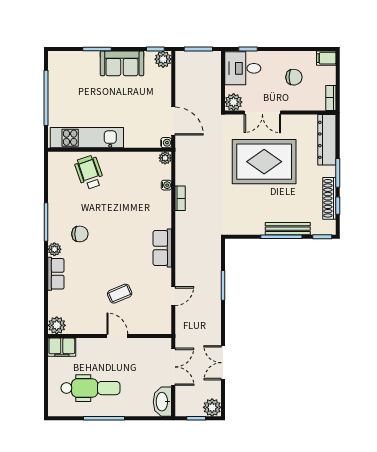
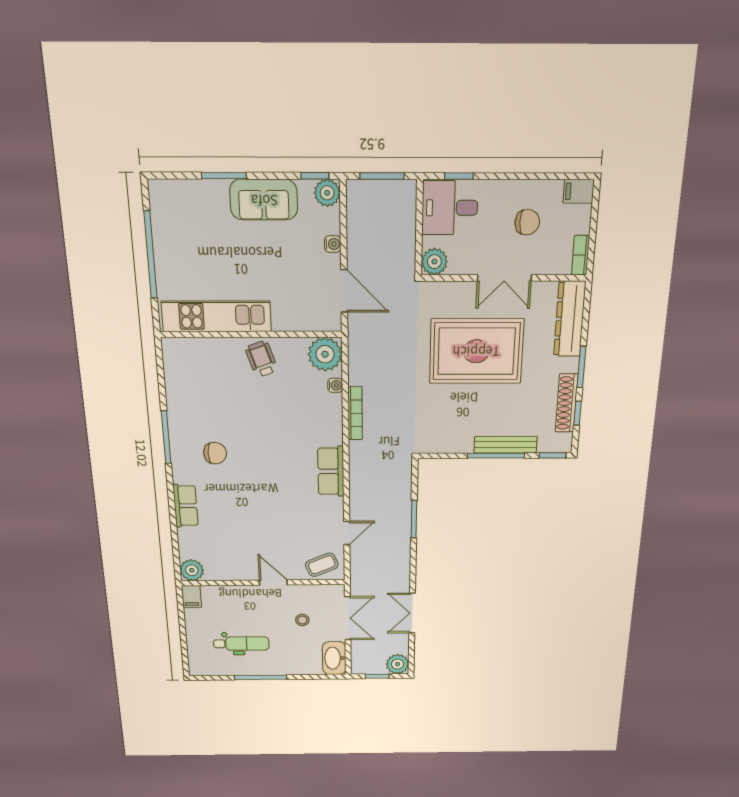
double door: (262, 113) -> (504, 278), moved
water cooler: (166, 143) -> (333, 244), moved
plant: (165, 158) -> (325, 354), width x1.87, depth x1.87
wheelchair: (89, 172) -> (262, 359), moved, width x0.73, depth x0.73
bookcase: (180, 198) -> (355, 413), width x1.56
plant: (54, 249) -> (181, 474), removed
coffee table: (120, 294) -> (322, 565), moved
filing cabinet: (62, 347) -> (191, 597), width x0.50
stool: (138, 368) -> (302, 620), added
dental chair: (91, 388) -> (241, 644), width x0.73, depth x0.72

